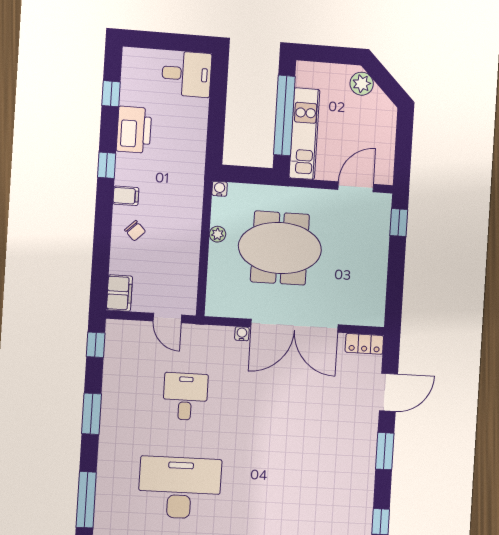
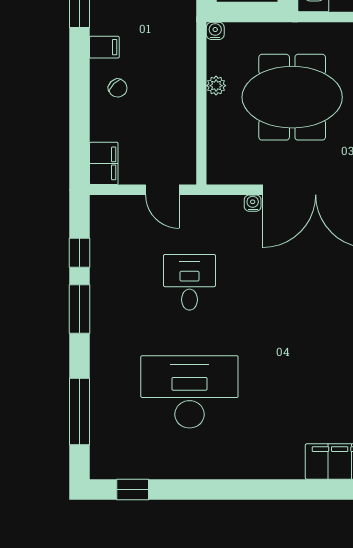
window: (96, 345) -> (79, 253), moved

